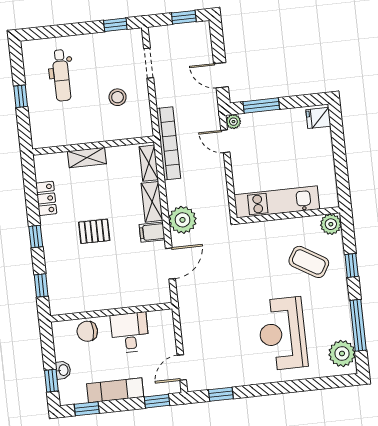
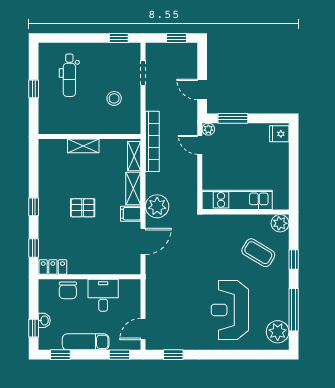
locker: (46, 198) -> (53, 267), moved, turned -90
chair: (87, 331) -> (68, 290), turned -90

